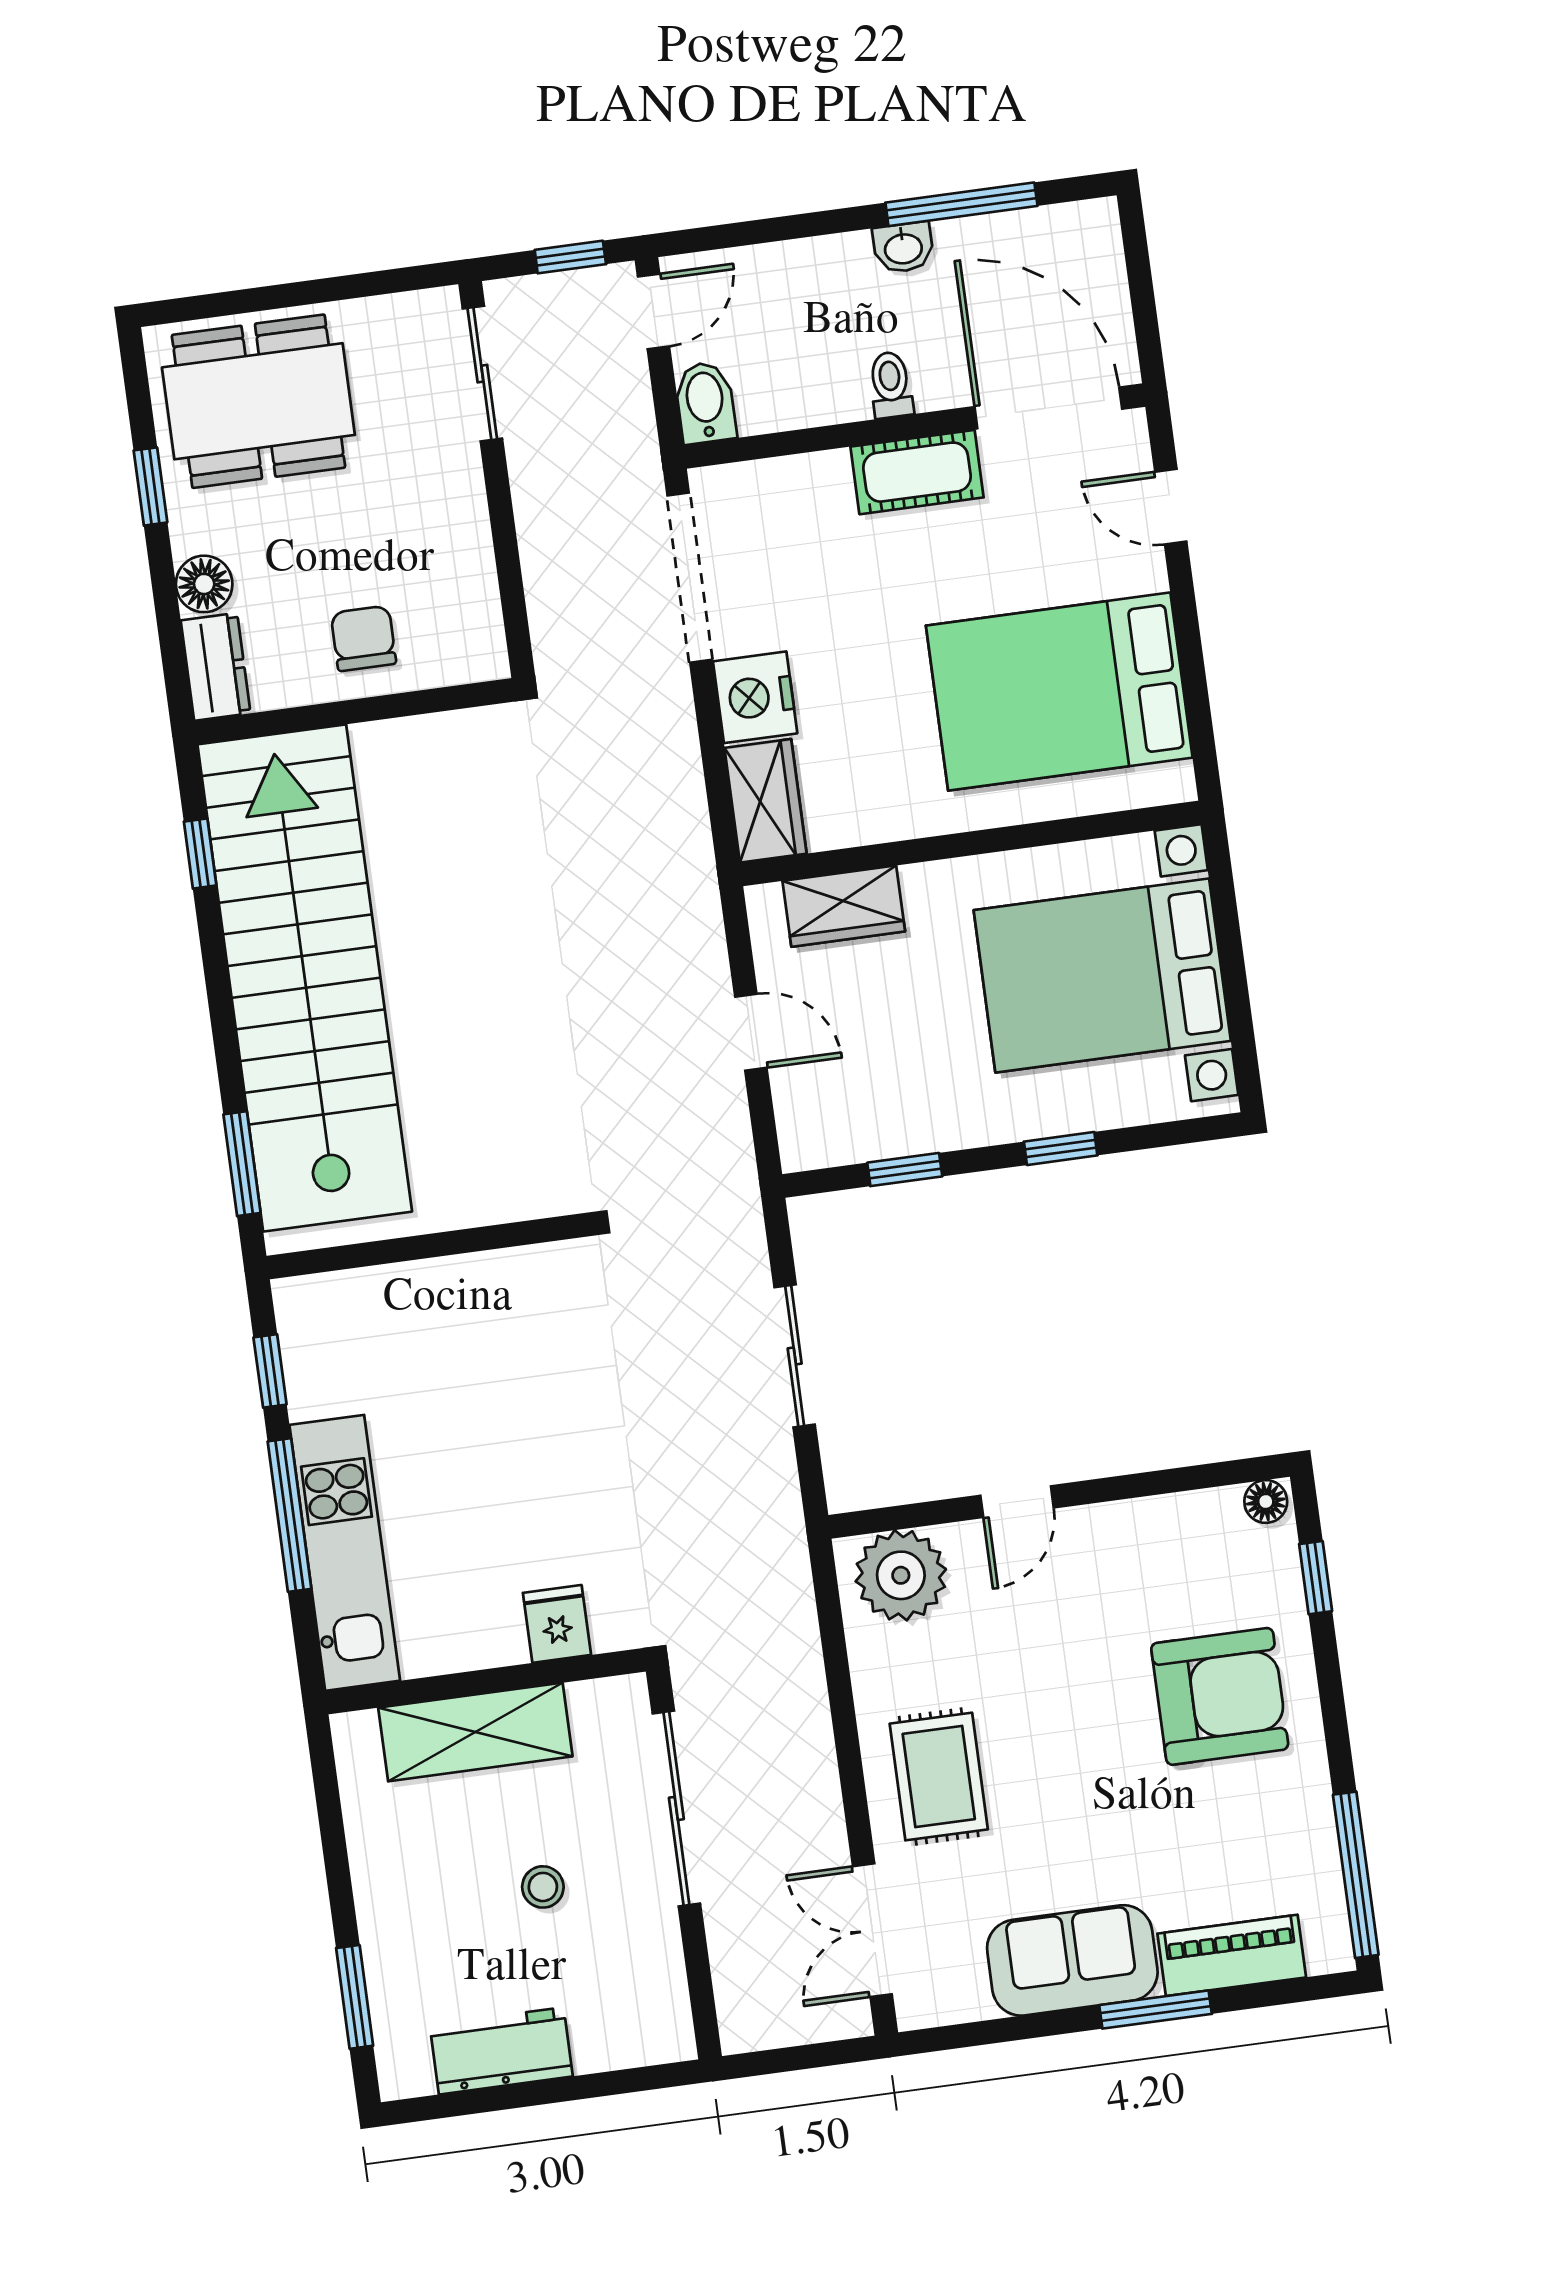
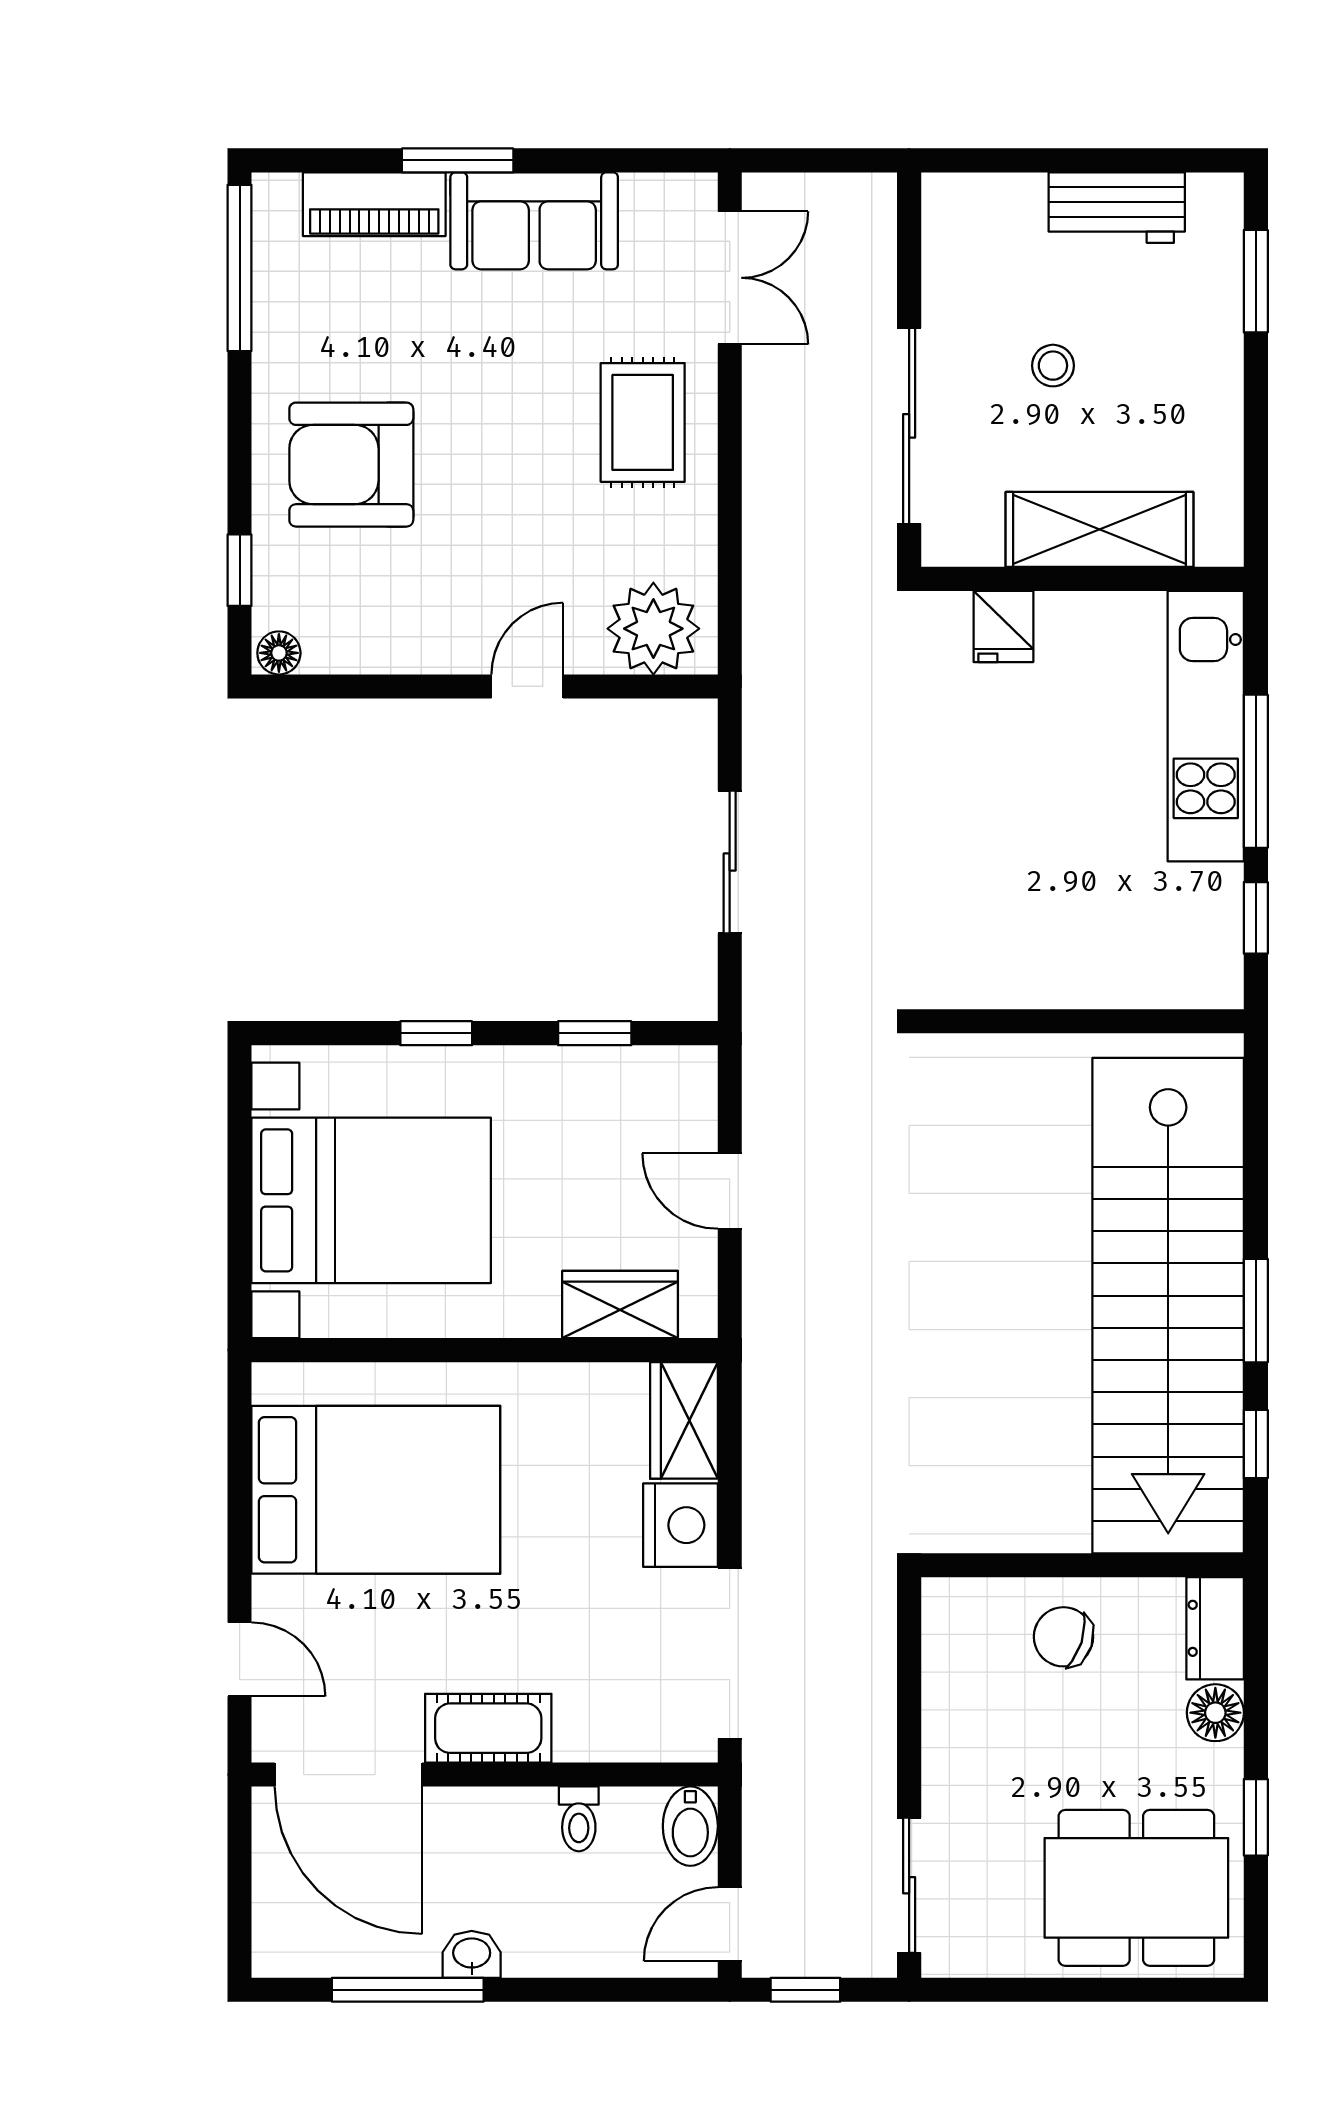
toilet: (891, 385) -> (579, 1819), moved
chair: (363, 638) -> (1064, 1637), turned 108
window: (242, 1164) -> (1256, 1311), moved

